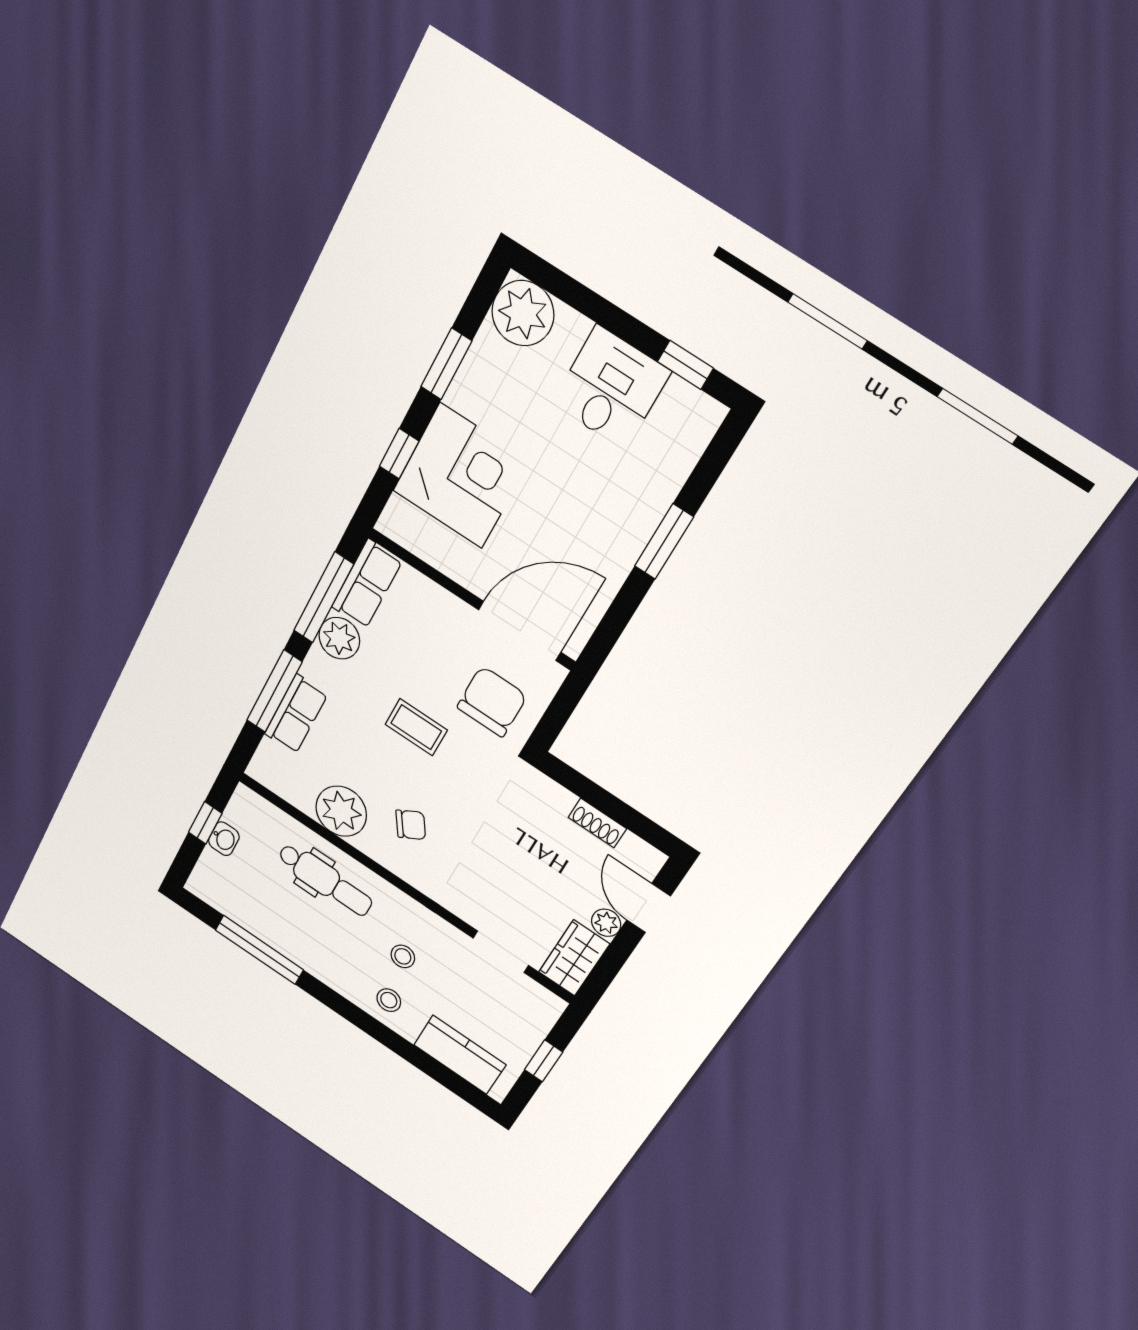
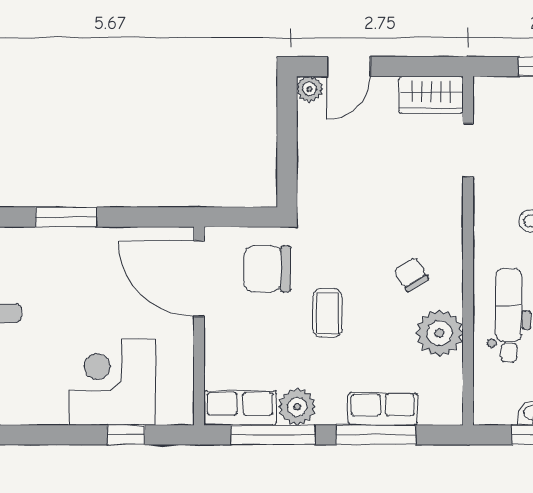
window: (446, 364) -> (40, 435), removed
shoe rack: (597, 823) -> (308, 141), removed
plant: (606, 923) -> (309, 89), moved

